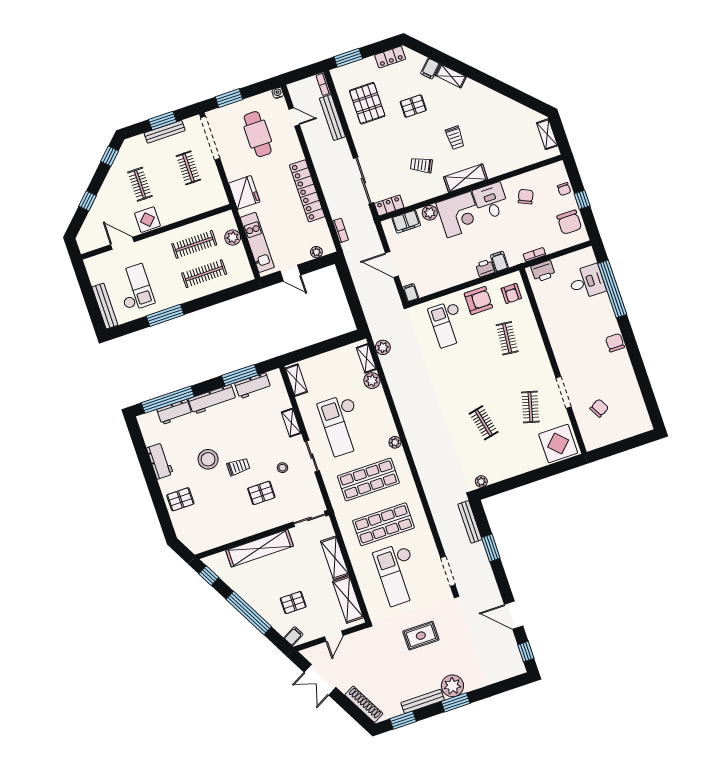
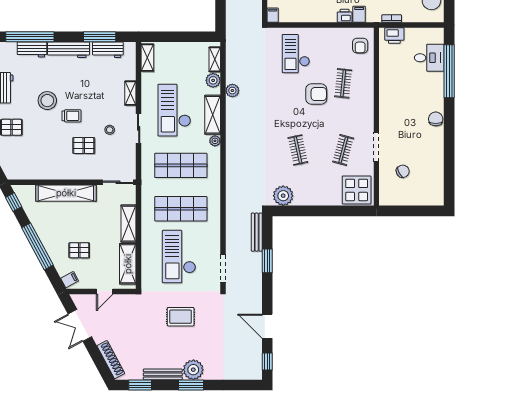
armchair: (478, 300) -> (316, 94), moved
plant: (383, 347) -> (232, 91), moved
shelving: (383, 416) -> (213, 115), added
plant: (481, 481) -> (283, 196), width x1.88, depth x1.88

